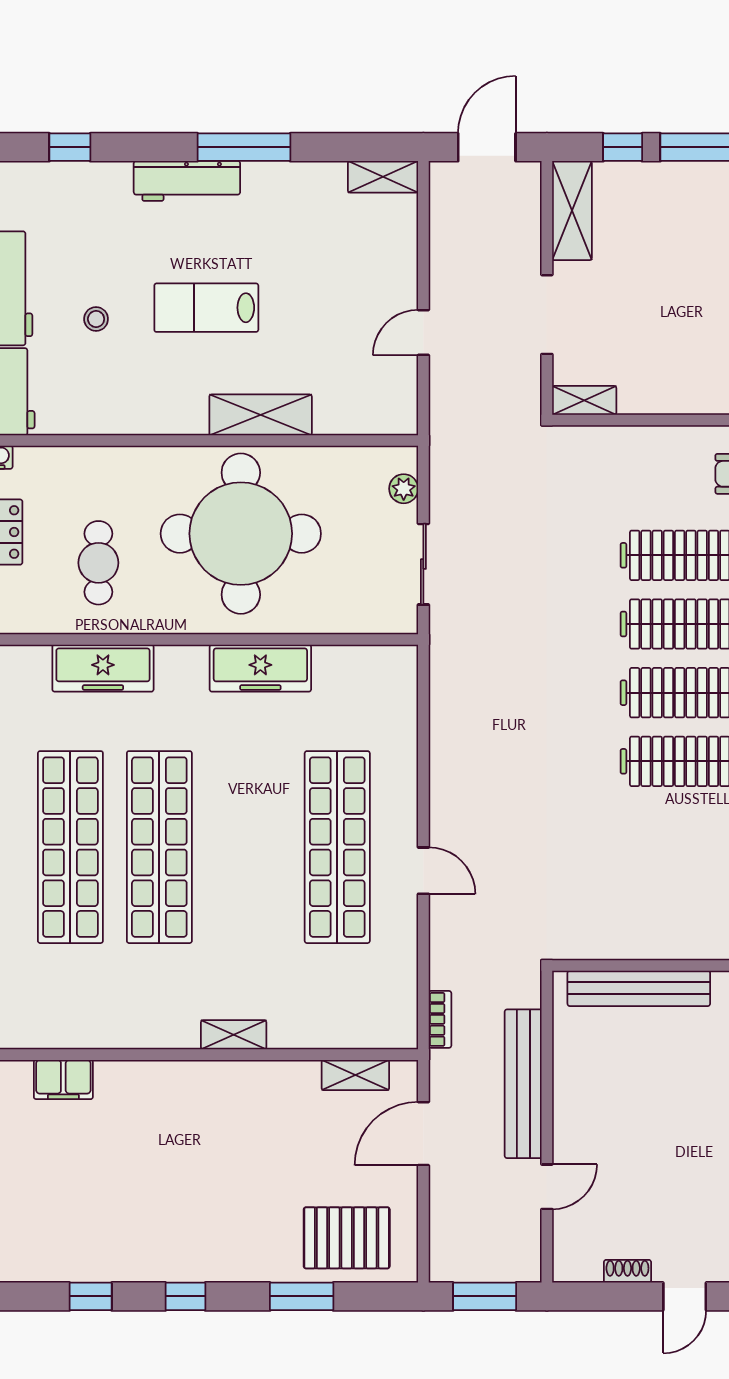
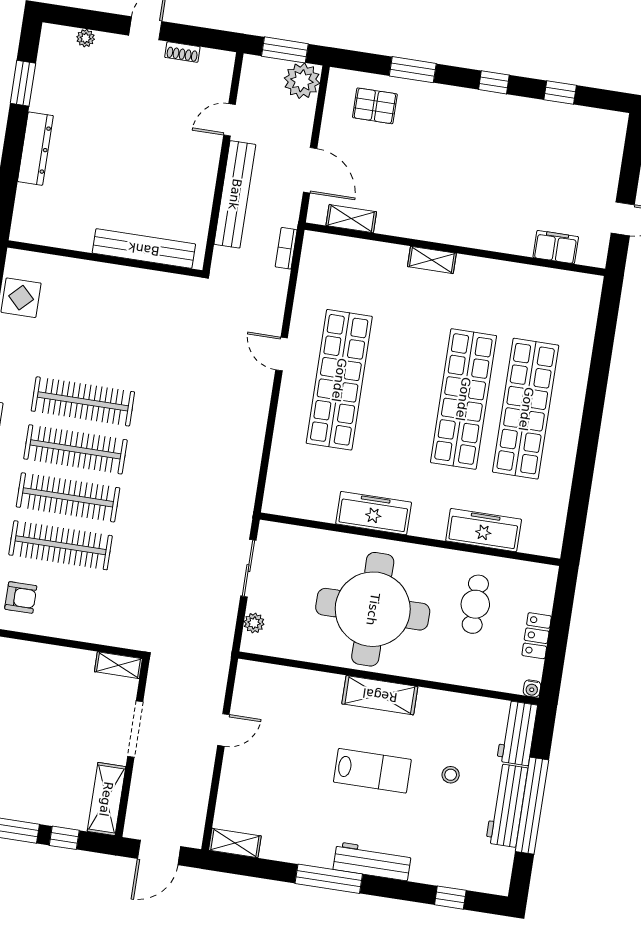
shelving: (261, 415) -> (380, 695), moved
door: (423, 1134) -> (310, 170), hinge flipped
pallet: (347, 1238) -> (375, 106), width x0.67, depth x0.71
plant: (454, 1257) -> (302, 81), added

